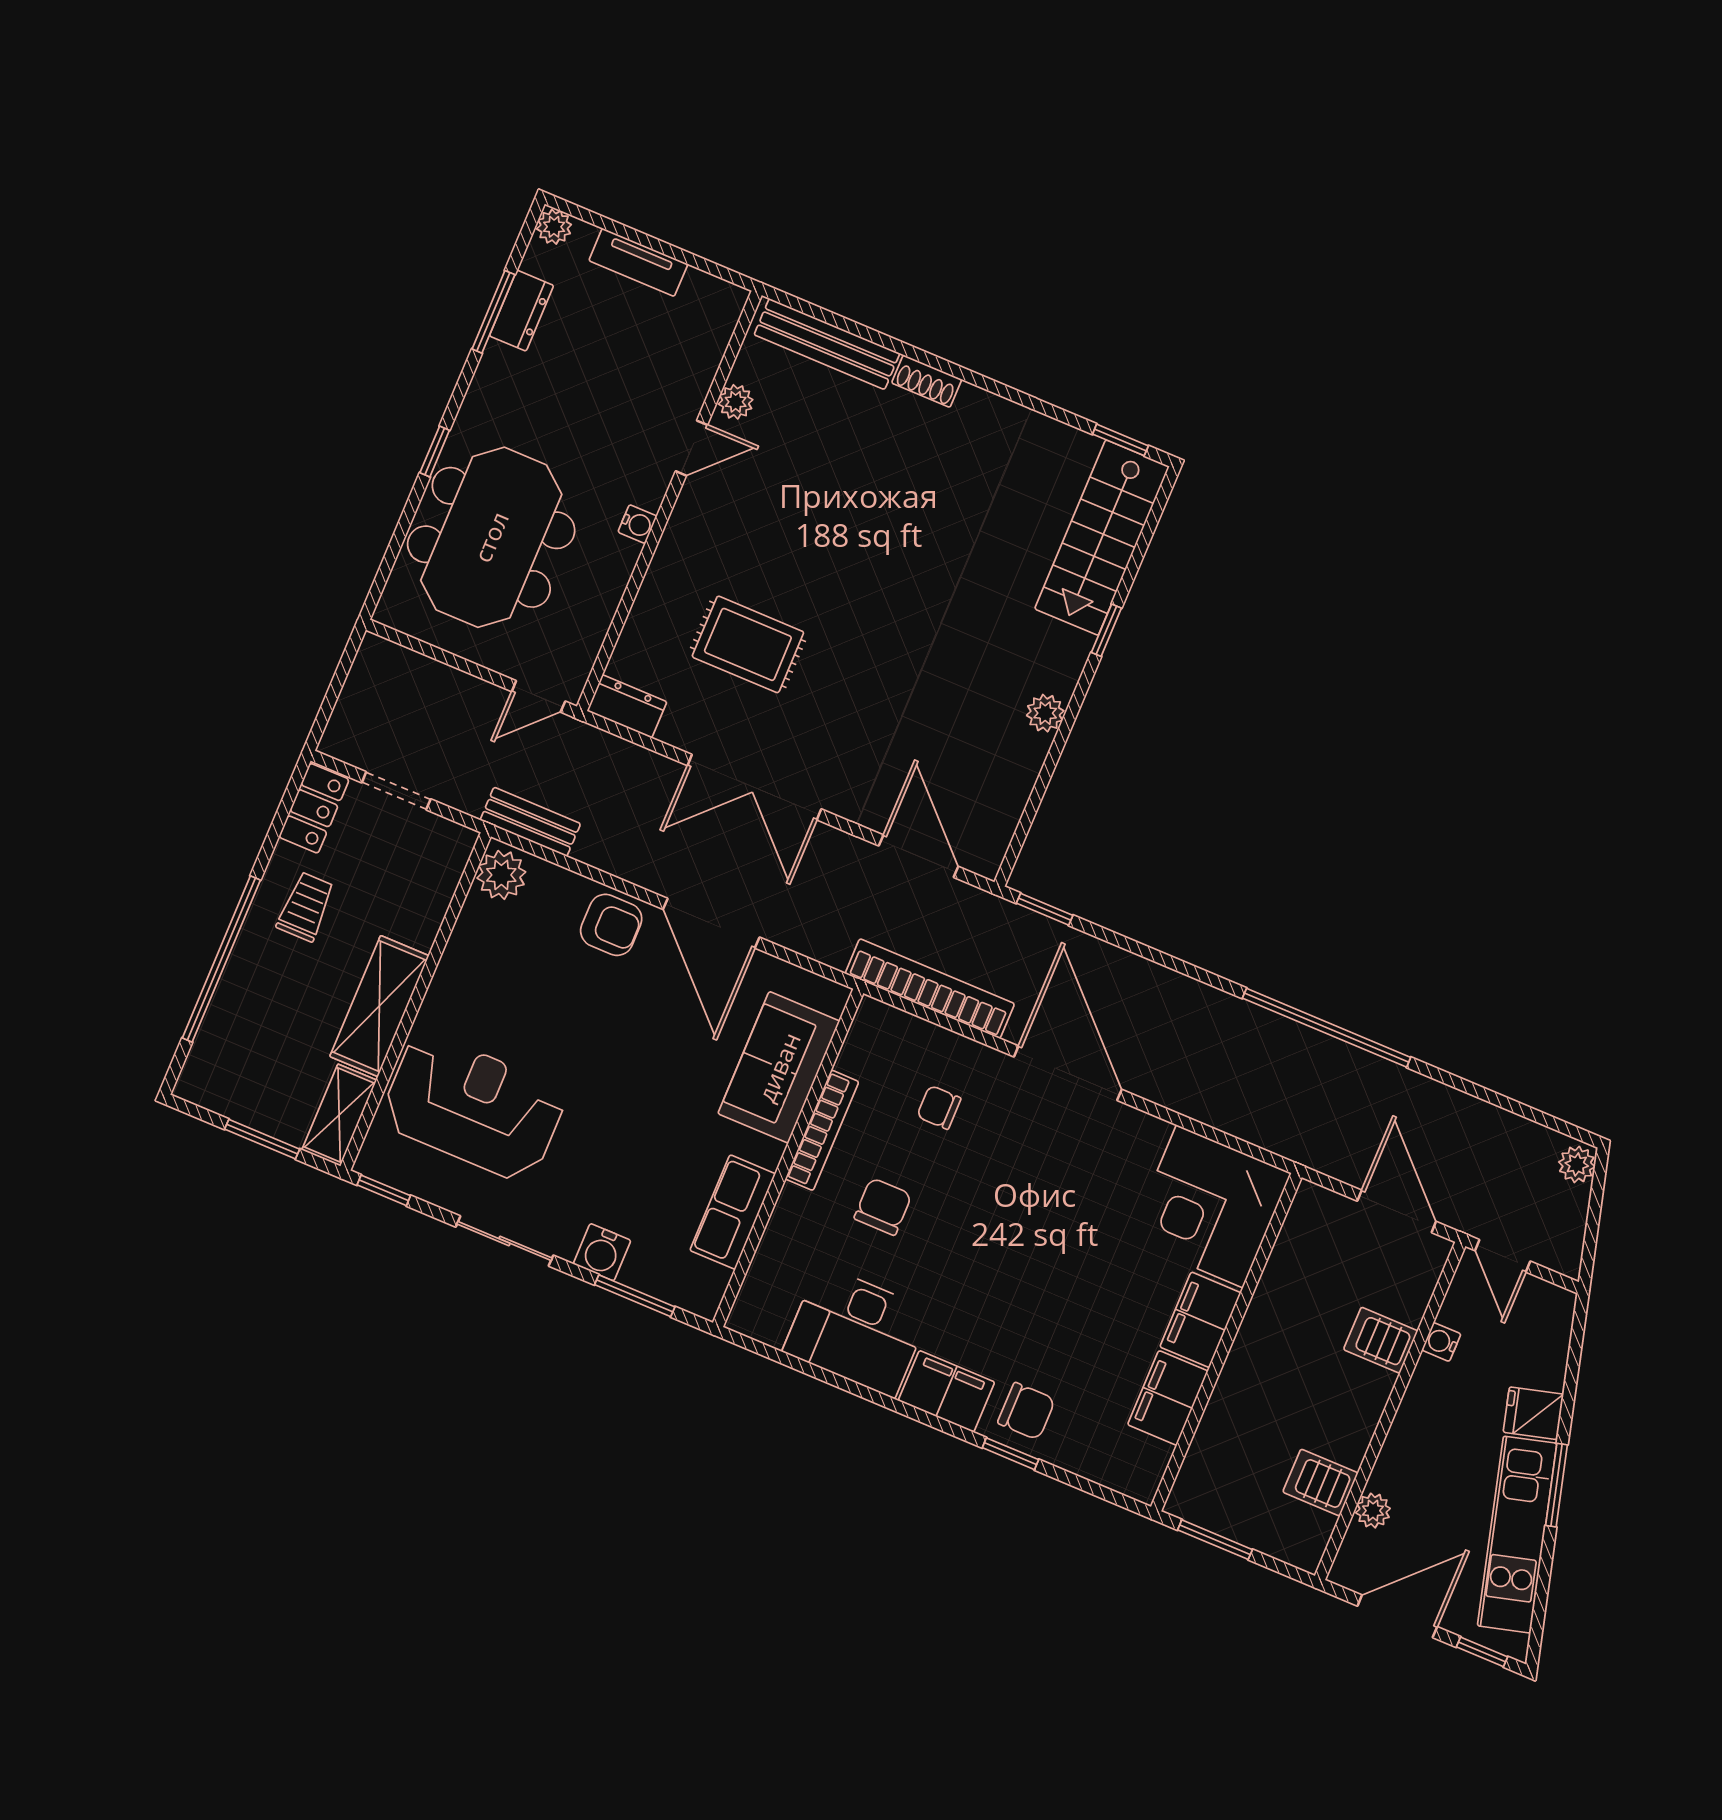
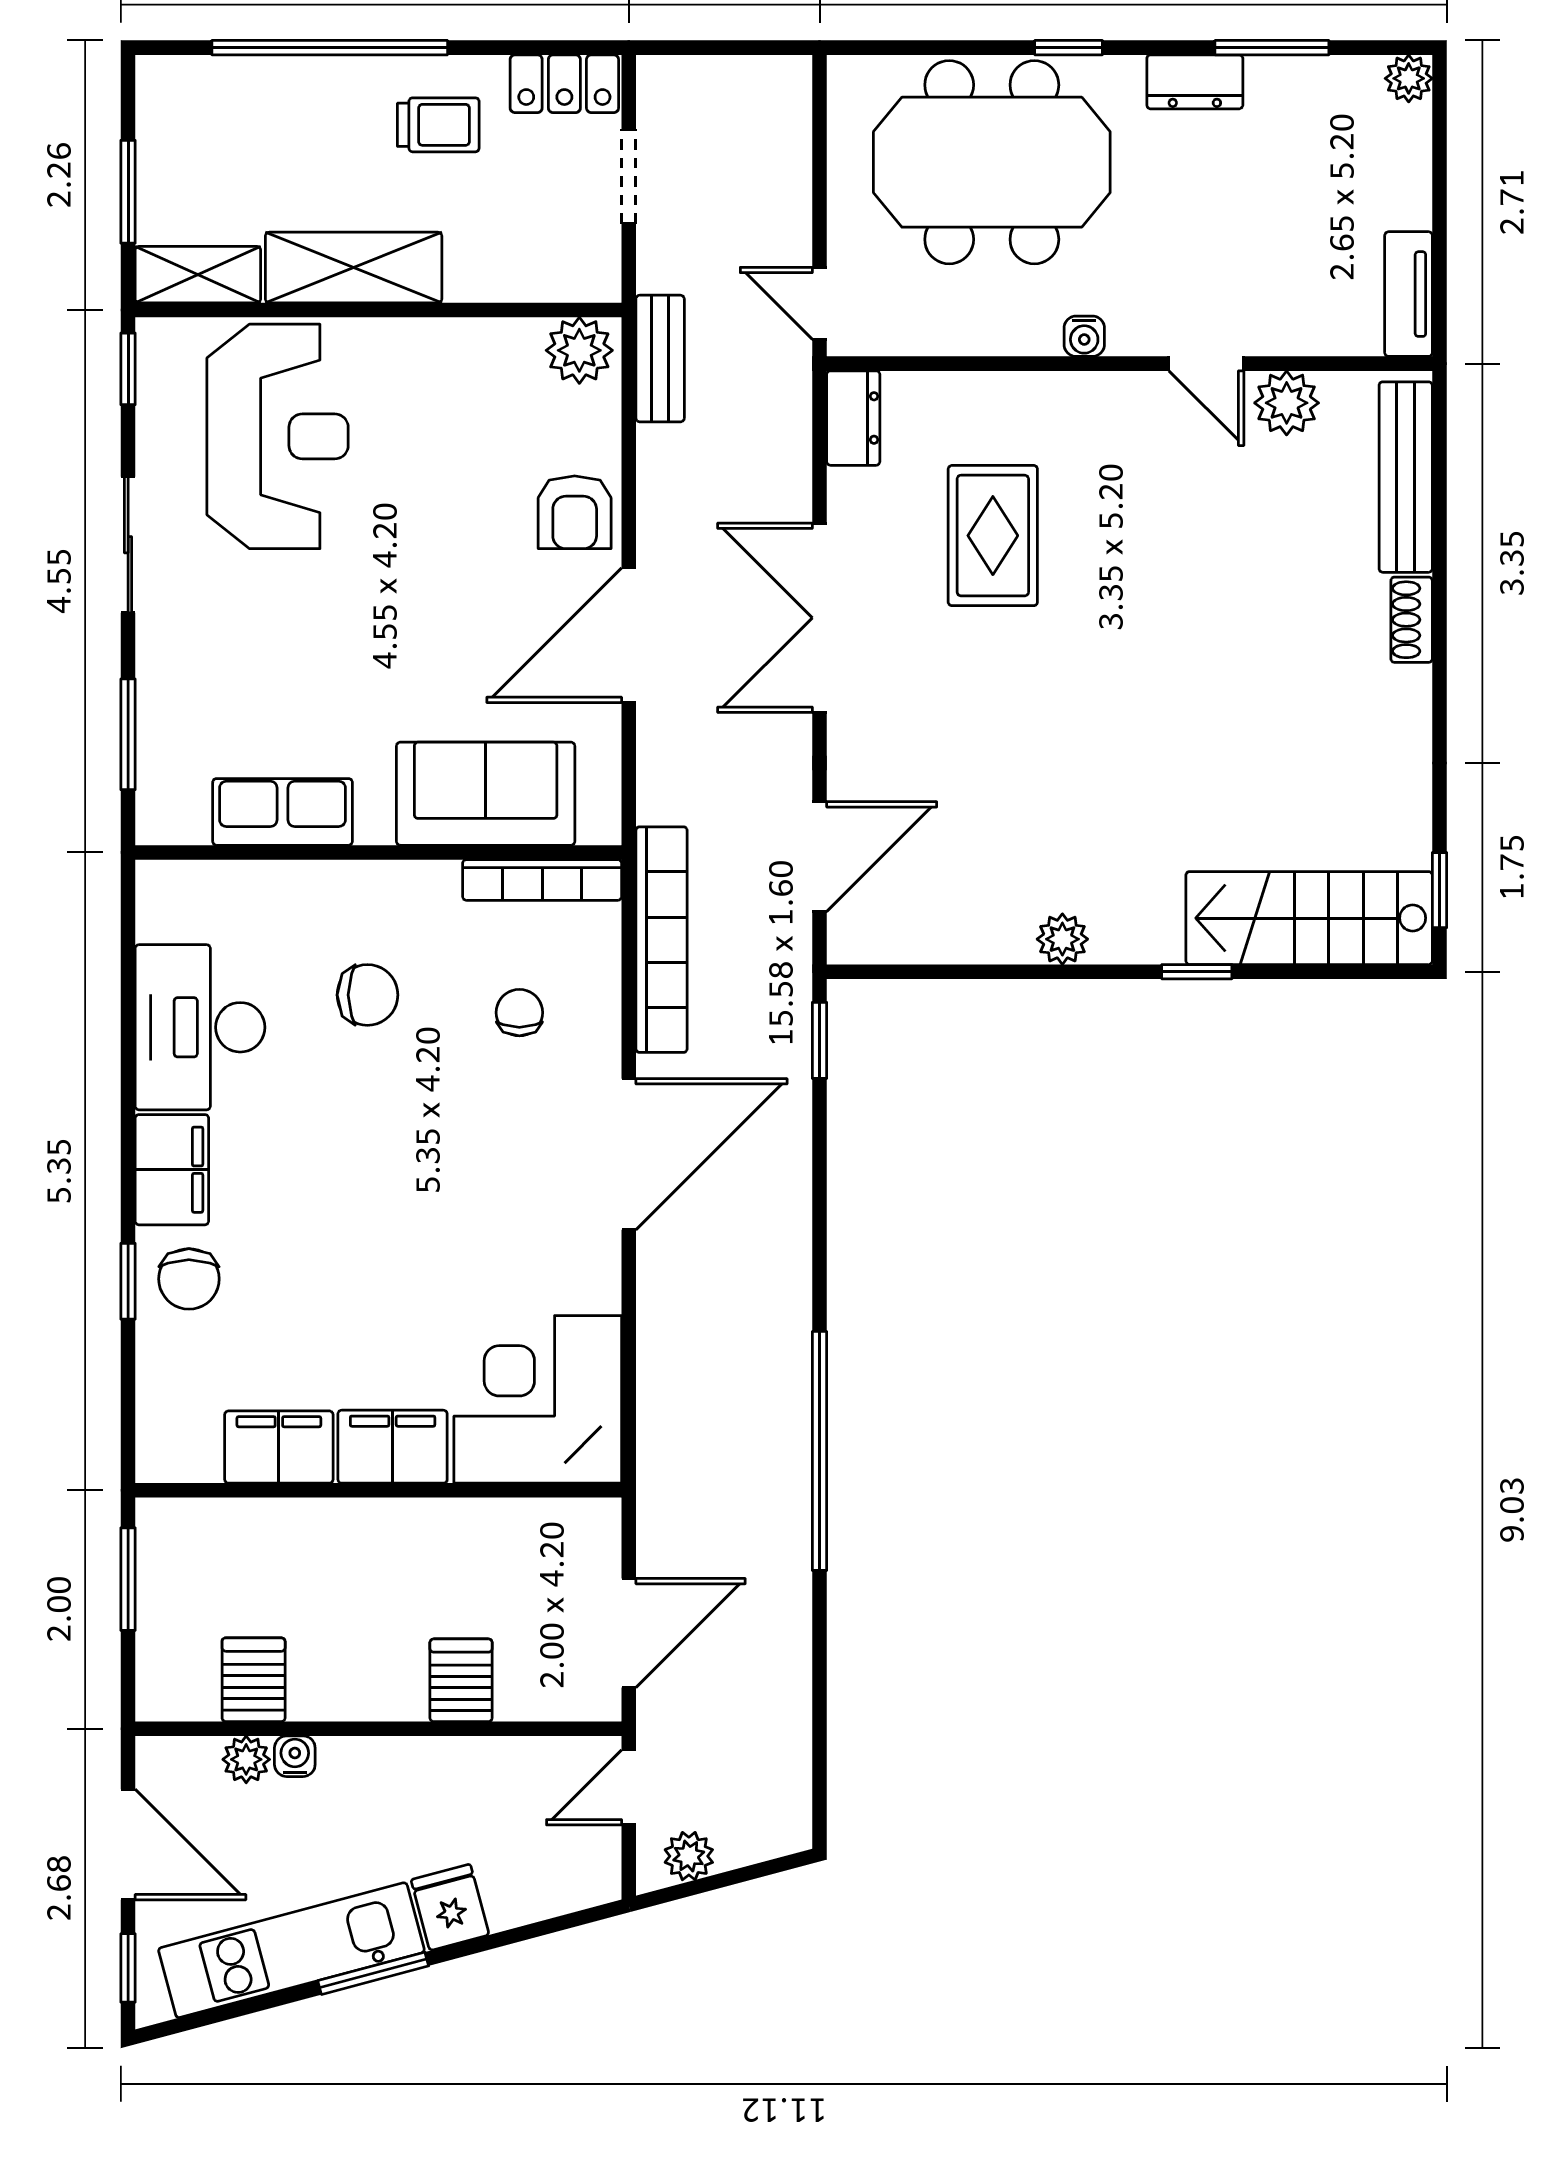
tv unit: (638, 262) -> (1409, 294), moved
dresser: (522, 311) -> (1195, 82), moved
plant: (736, 402) -> (1287, 403), width x1.38, depth x1.38
bookcase: (822, 1130) -> (542, 880), moved
plant: (1577, 1164) -> (689, 1856), moved
water cooler: (602, 1252) -> (165, 671), removed
water cooler: (1441, 1342) -> (295, 1756), moved

